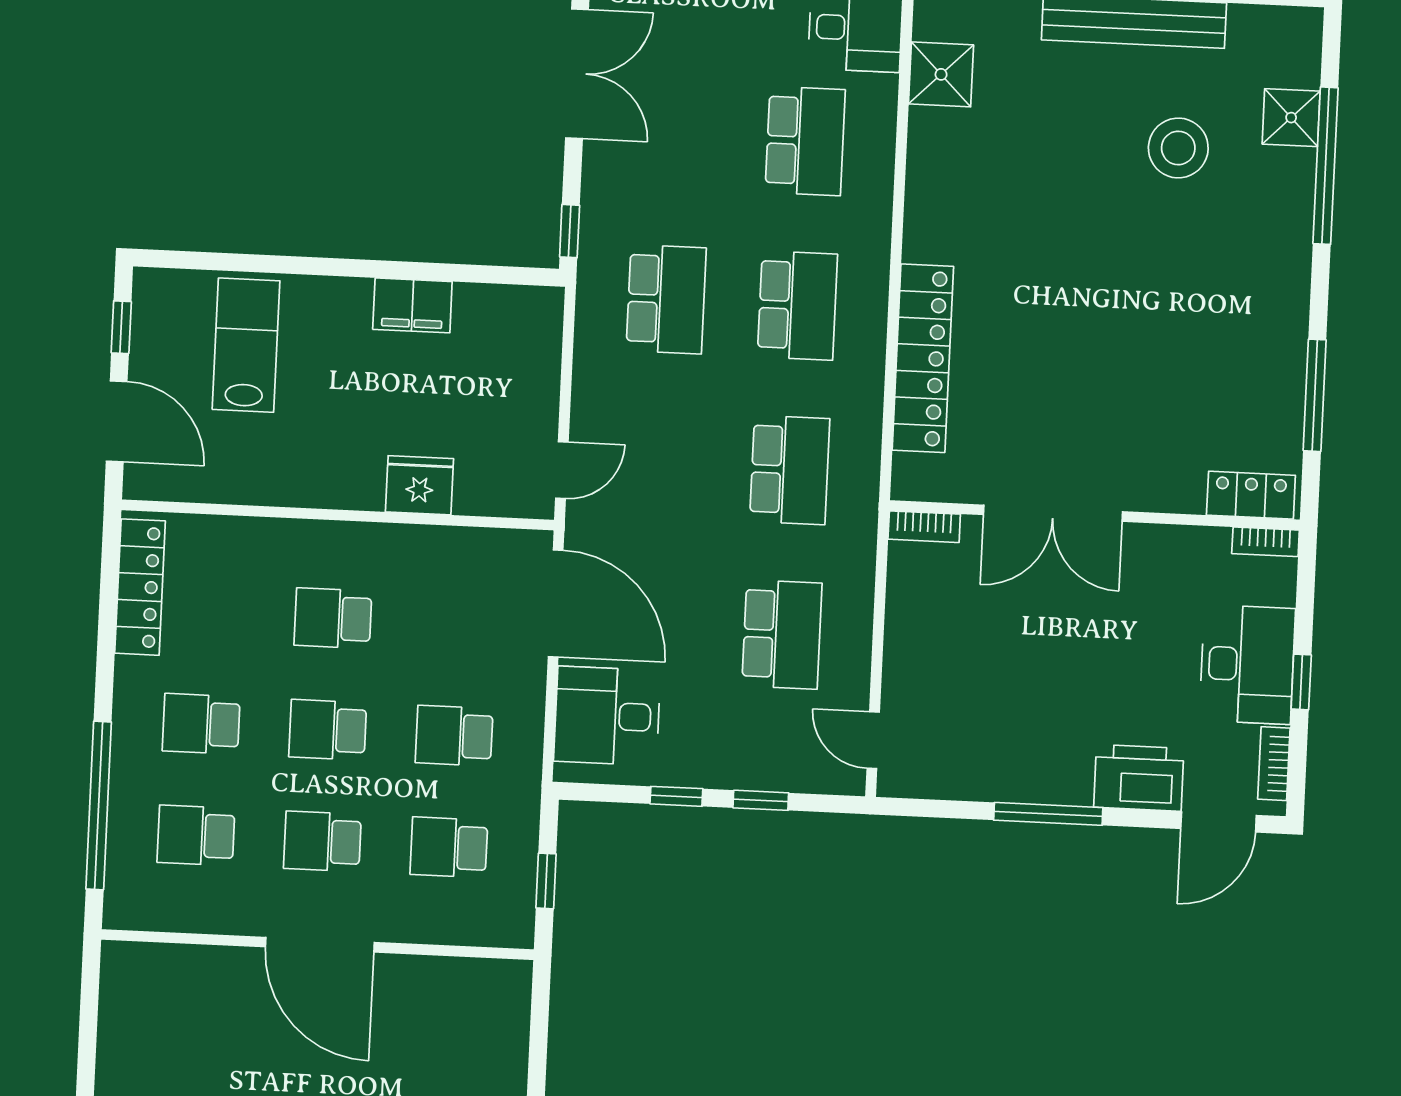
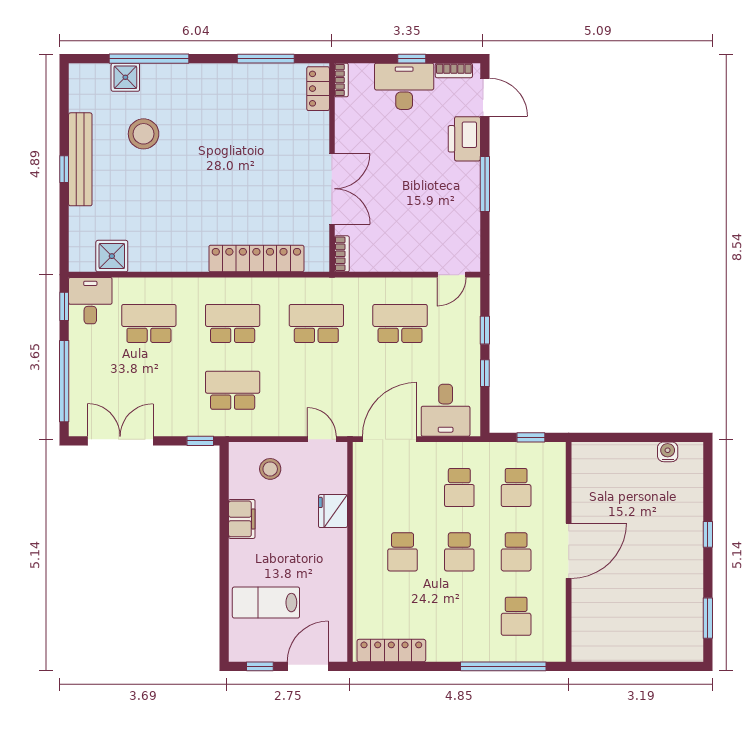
stool: (508, 366) -> (270, 469), added
school desk: (201, 724) -> (459, 616), removed

